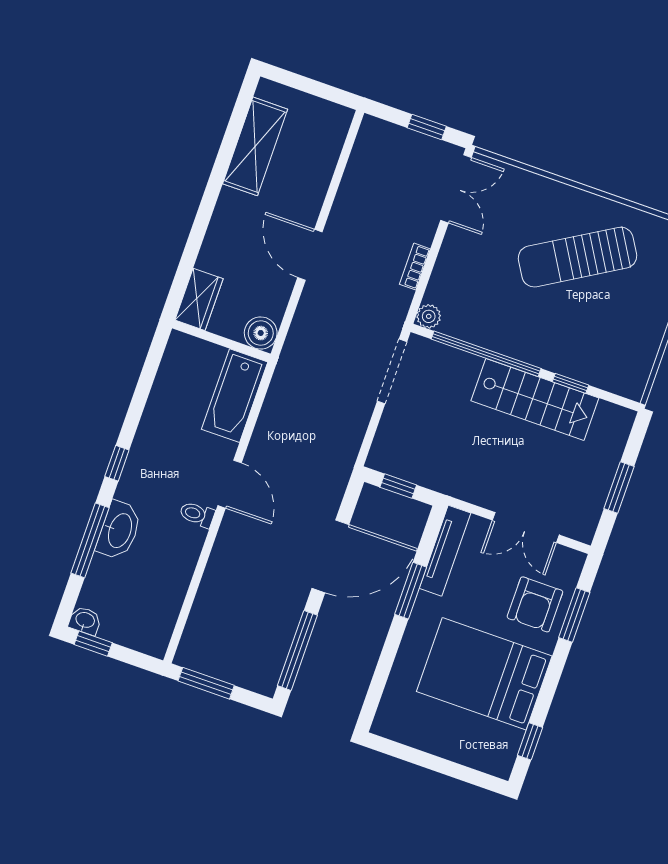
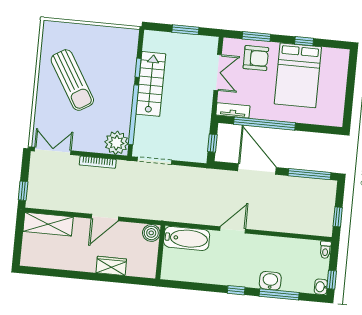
window: (427, 127) -> (23, 191), moved
shelving: (255, 146) -> (48, 224), moved
bookcase: (415, 267) -> (98, 162), width x1.56
wardrobe: (199, 299) -> (111, 266), moved
plant: (429, 316) -> (116, 143), width x1.87, depth x1.87
toilet: (197, 514) -> (325, 250), moved
washbasin: (119, 530) -> (270, 281), width x0.72
tv unit: (445, 551) -> (233, 110), width x0.71
window: (411, 591) -> (264, 124), width x2.11
window: (206, 683) -> (338, 217), width x0.67
window: (530, 741) -> (304, 41), moved

